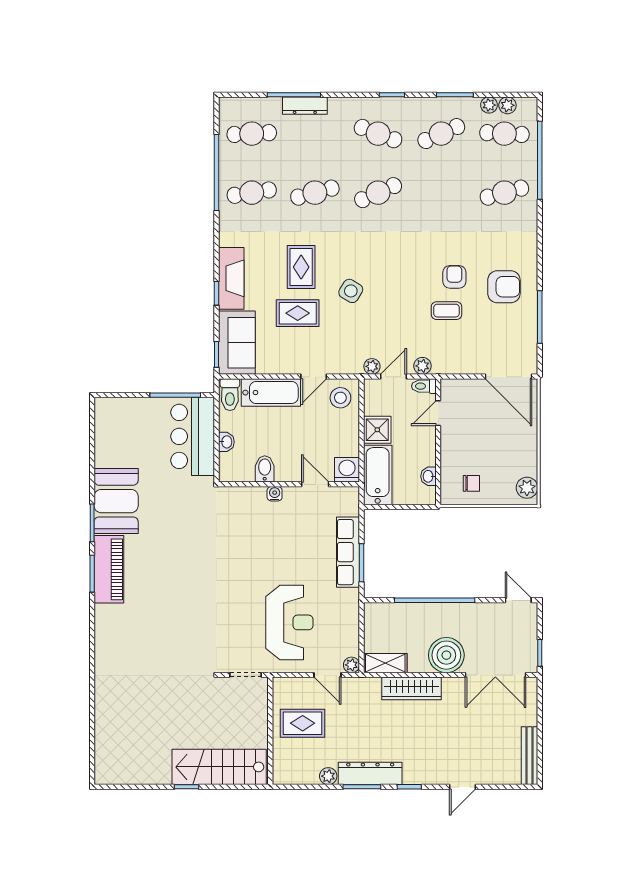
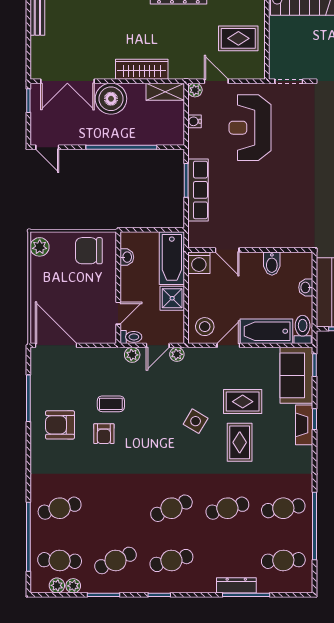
cafe table: (378, 134) -> (171, 560), turned -36
fireplace: (231, 278) -> (304, 425), width x0.73, depth x0.76
chair: (471, 483) -> (89, 251), width x1.87, depth x1.87
water cooler: (275, 494) -> (195, 121), moved, turned 90
double door: (495, 675) -> (67, 81), swing flipped

